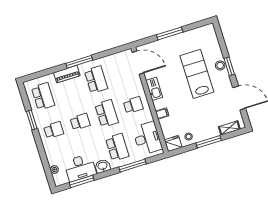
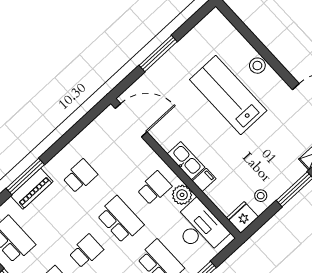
window: (79, 62) -> (25, 176), moved
window: (229, 66) -> (272, 60), removed
school desk: (96, 80) -> (80, 176), width x0.54
kitchen sink: (154, 89) -> (186, 161), moved
plant: (146, 116) -> (182, 195), added

